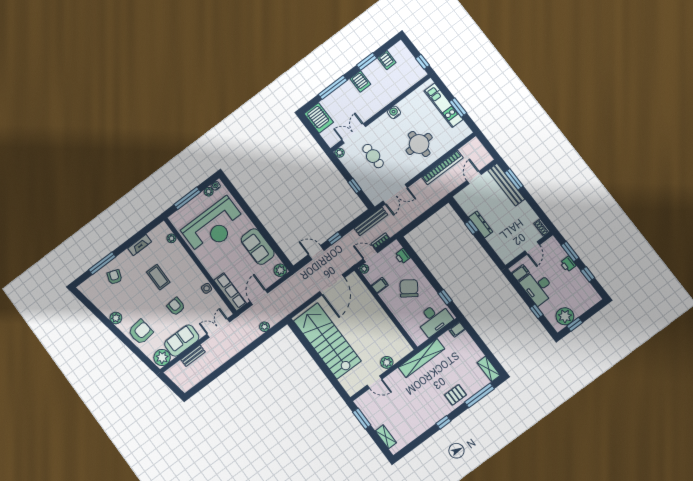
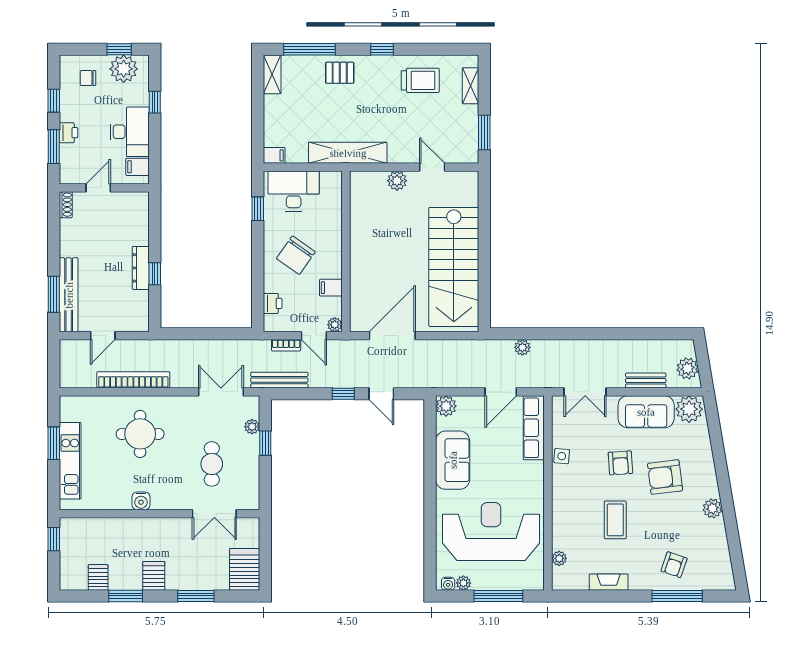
window: (333, 87) -> (196, 596), width x0.69
plant: (340, 153) -> (252, 427), moved
chair: (579, 298) -> (88, 78), added
armchair: (141, 332) -> (665, 477), moved
plant: (177, 377) -> (687, 368), added
trolley: (413, 421) -> (420, 80), added

